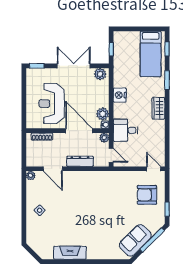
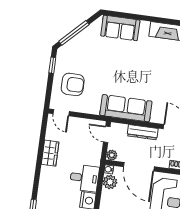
wardrobe: (158, 108) -> (50, 153), moved
desk: (125, 130) -> (84, 178), moved
sofa: (98, 180) -> (126, 108), added
sofa: (135, 240) -> (120, 28), moved, turned 45

